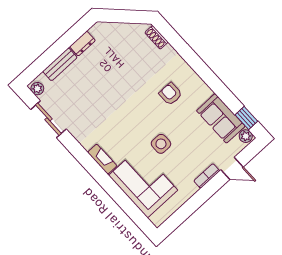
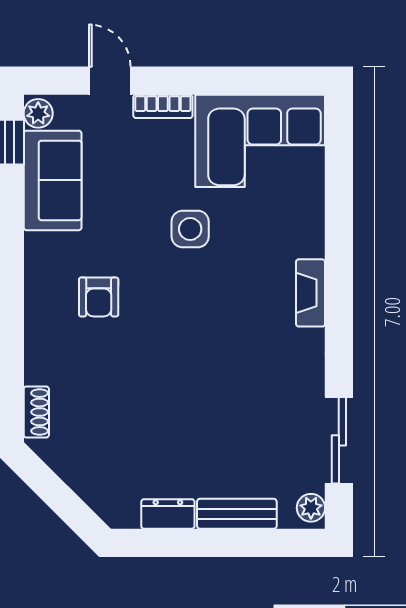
corner sofa: (143, 183) -> (260, 141), moved, turned -90

